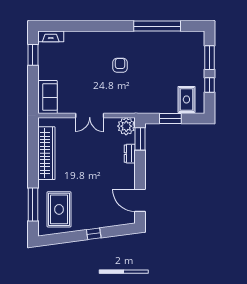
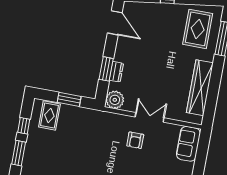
armchair: (120, 65) -> (135, 140), moved
window: (140, 139) -> (106, 69), moved

